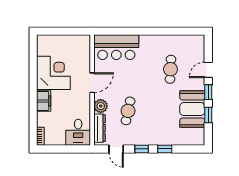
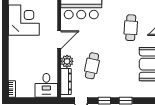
corner desk: (53, 73) -> (24, 20), moved
filing cabinet: (44, 101) -> (15, 57), removed

